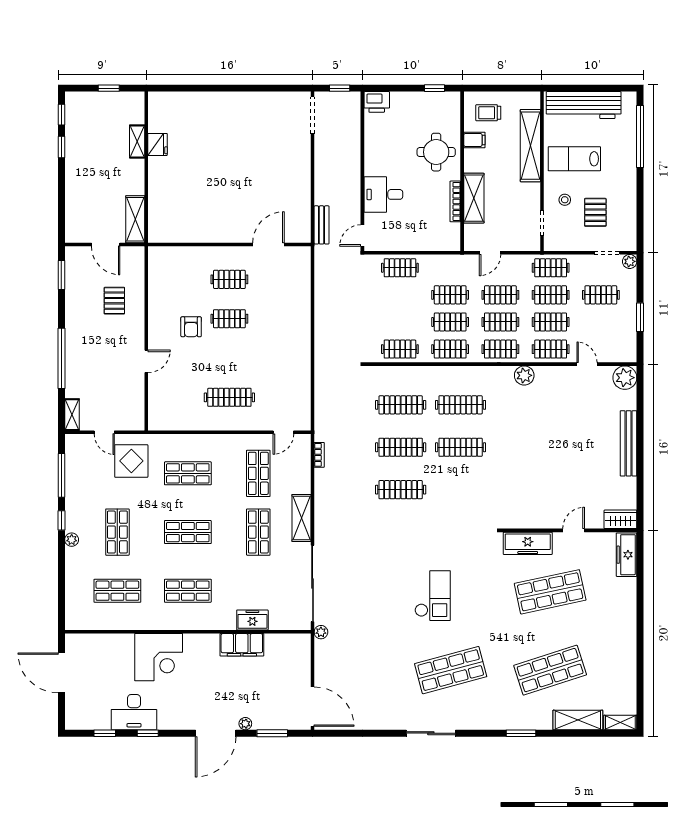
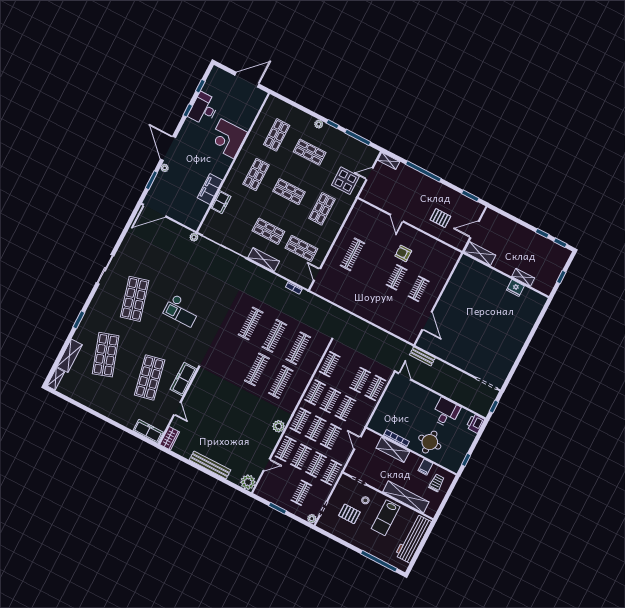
lab bench: (574, 159) -> (386, 518), turned 180
desk: (383, 194) -> (446, 413), moved
clothes rail: (400, 295) -> (360, 380), added
shop shelf: (188, 532) -> (289, 192), turned 90

